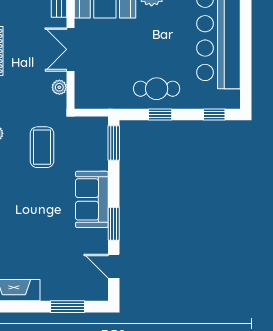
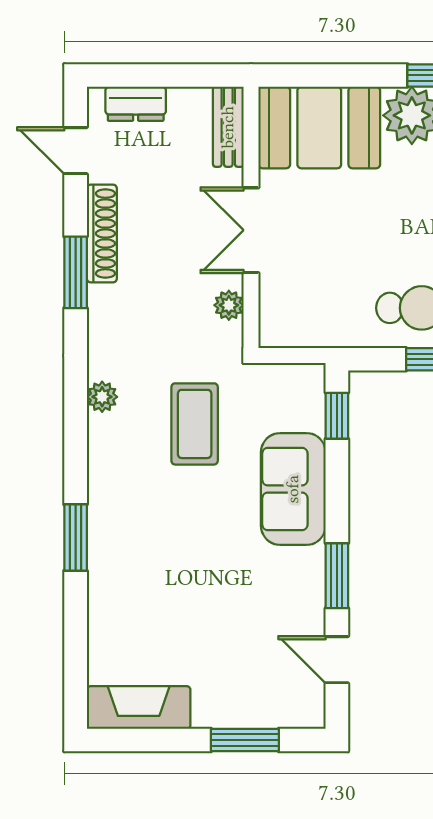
window: (114, 143) -> (337, 416), width x0.67
sofa: (92, 199) -> (293, 489), moved

